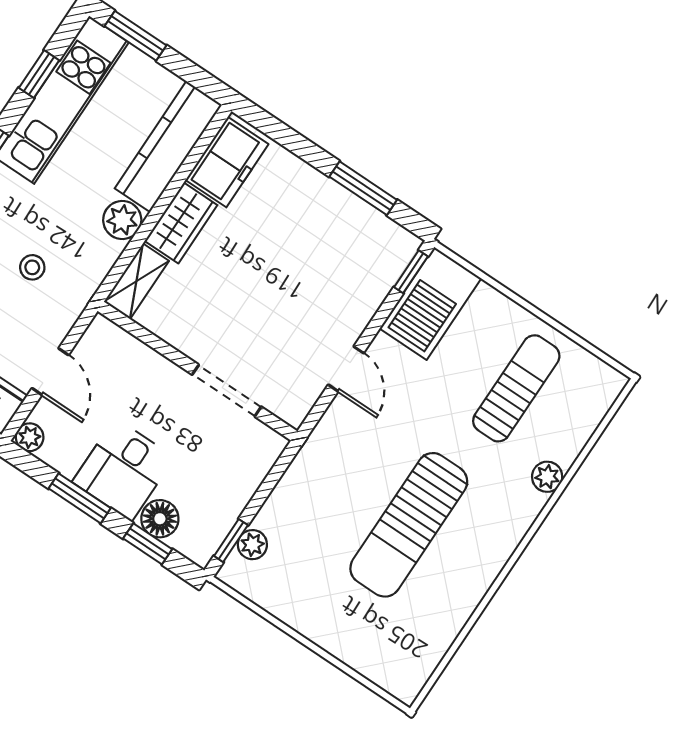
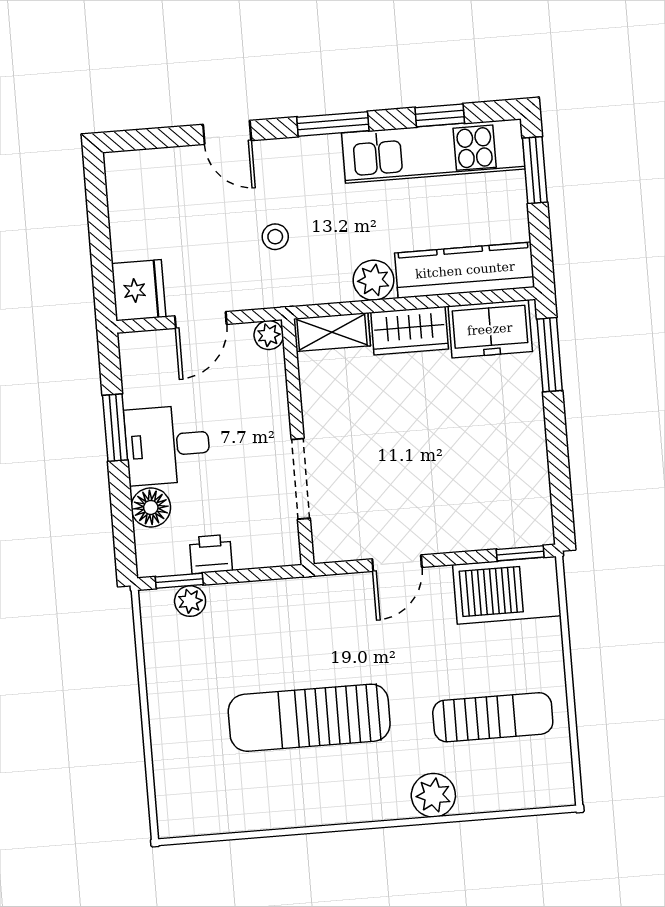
window: (363, 188) -> (550, 355), moved
plant: (30, 437) -> (269, 335), moved
plant: (547, 477) -> (433, 795), width x1.38, depth x1.38
printer: (230, 502) -> (211, 554), added
window: (148, 544) -> (122, 514), removed

